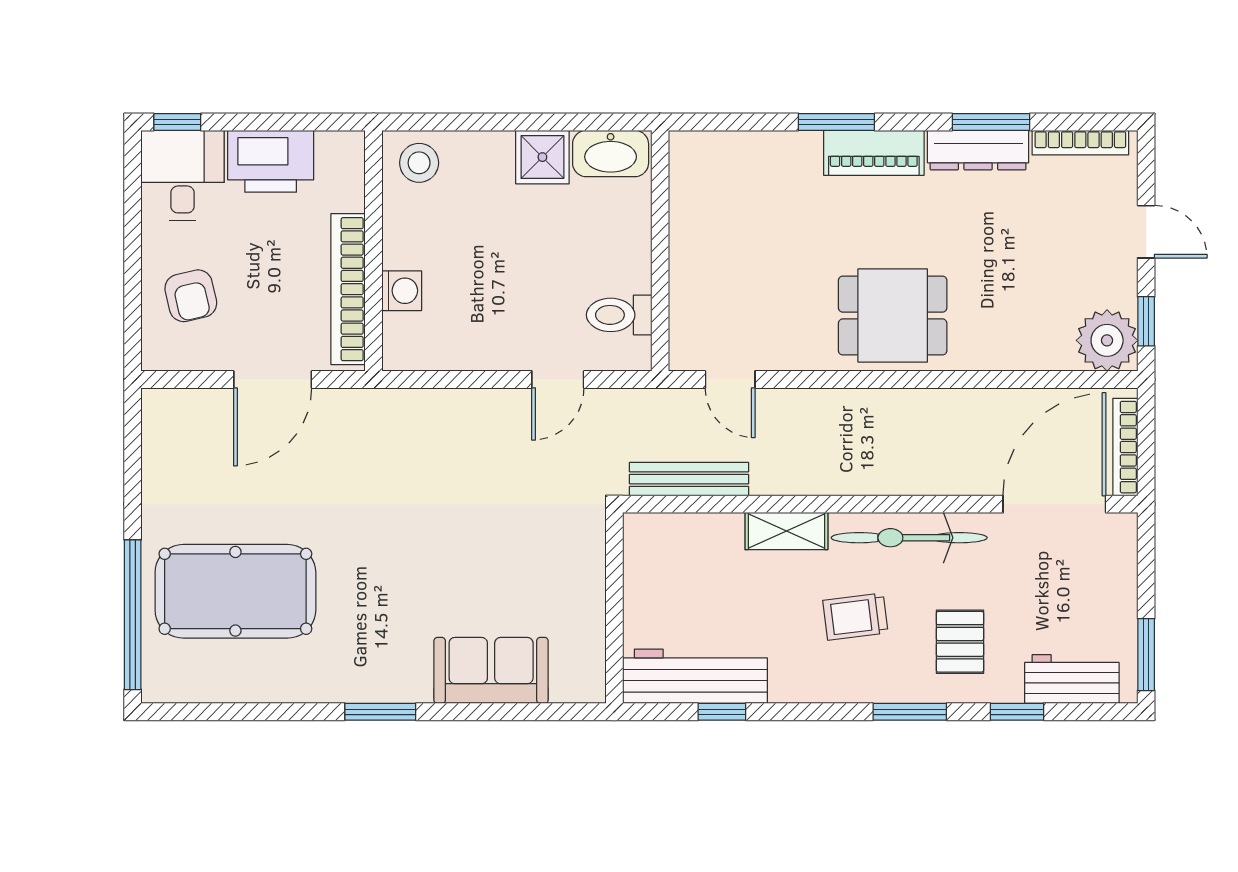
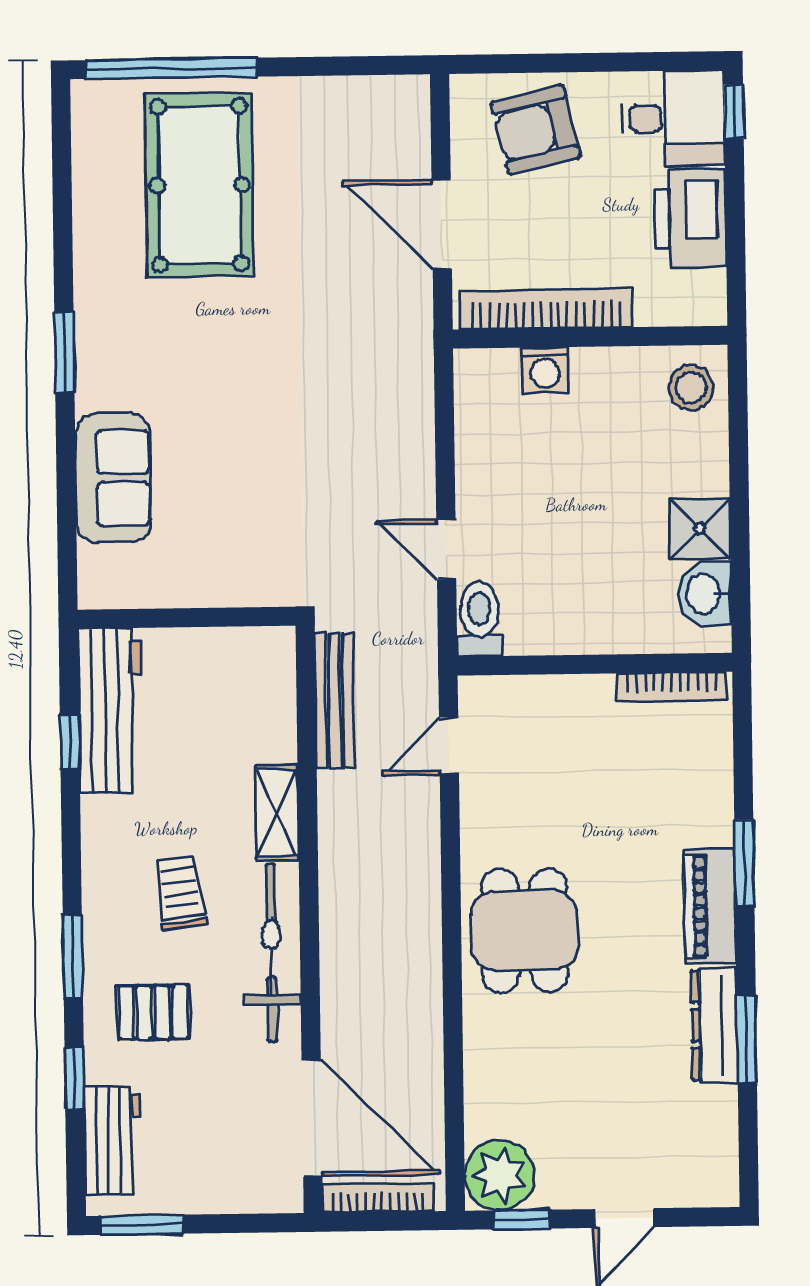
bookcase: (1080, 143) -> (672, 687), moved, turned -90
washbasin: (611, 153) -> (705, 594), width x0.72
armchair: (191, 296) -> (536, 130), width x1.38, depth x1.38
toilet: (619, 315) -> (479, 619), moved

